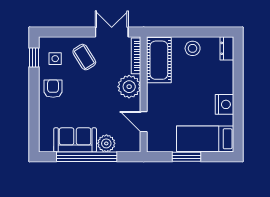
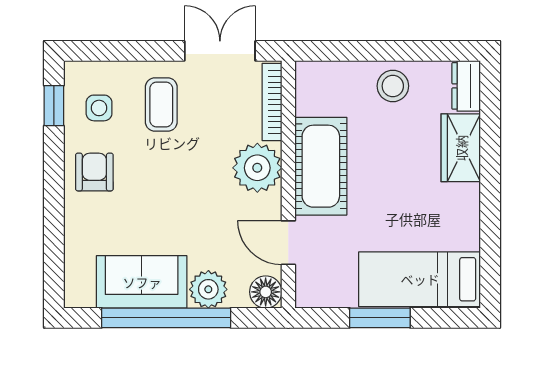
coffee table: (84, 57) -> (161, 105), turned 32
cot: (159, 60) -> (321, 166), moved
wardrobe: (224, 77) -> (461, 148), added
nightstand: (225, 104) -> (461, 206), removed
floor lamp: (133, 145) -> (266, 292), added

